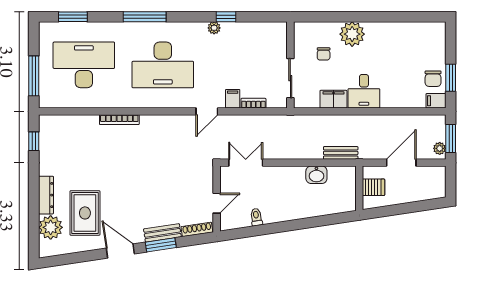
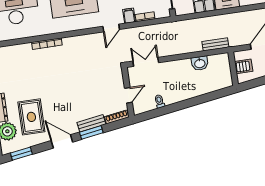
window: (65, 259) -> (21, 154), added

